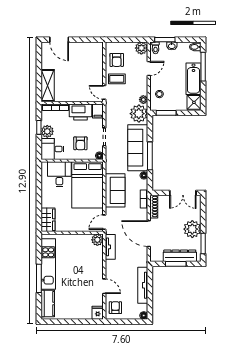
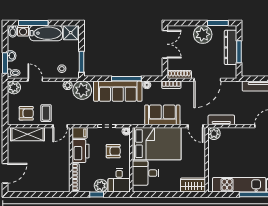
washing machine: (196, 57) -> (23, 31), added
shelving: (48, 86) -> (27, 134), moved

